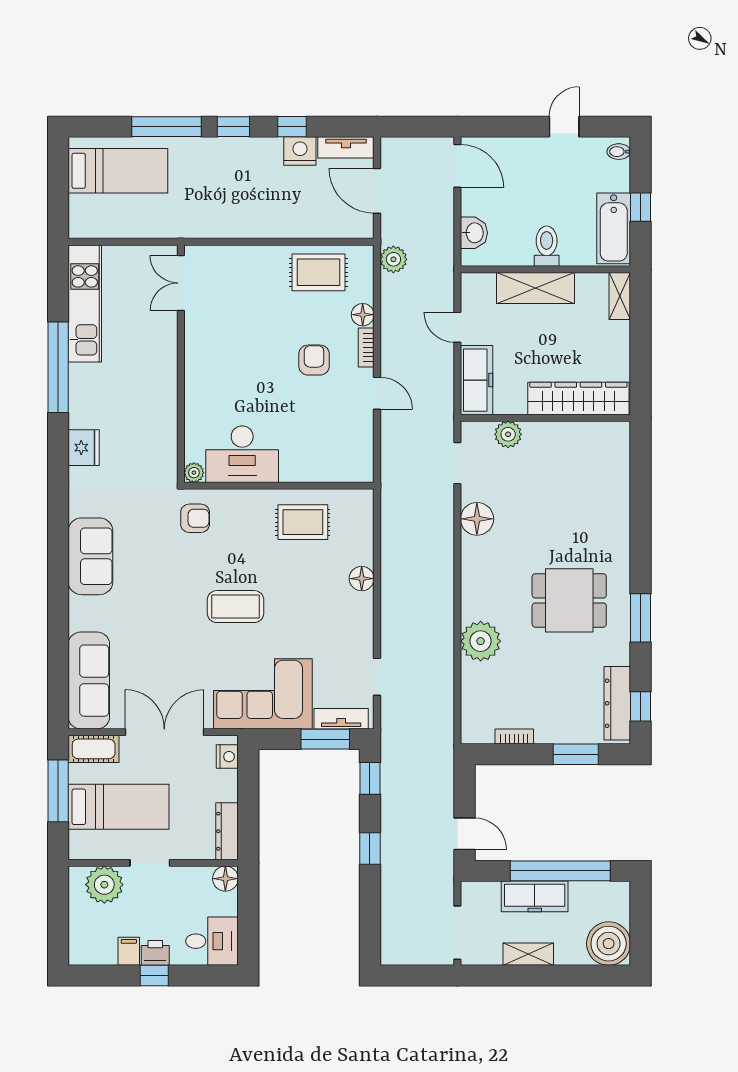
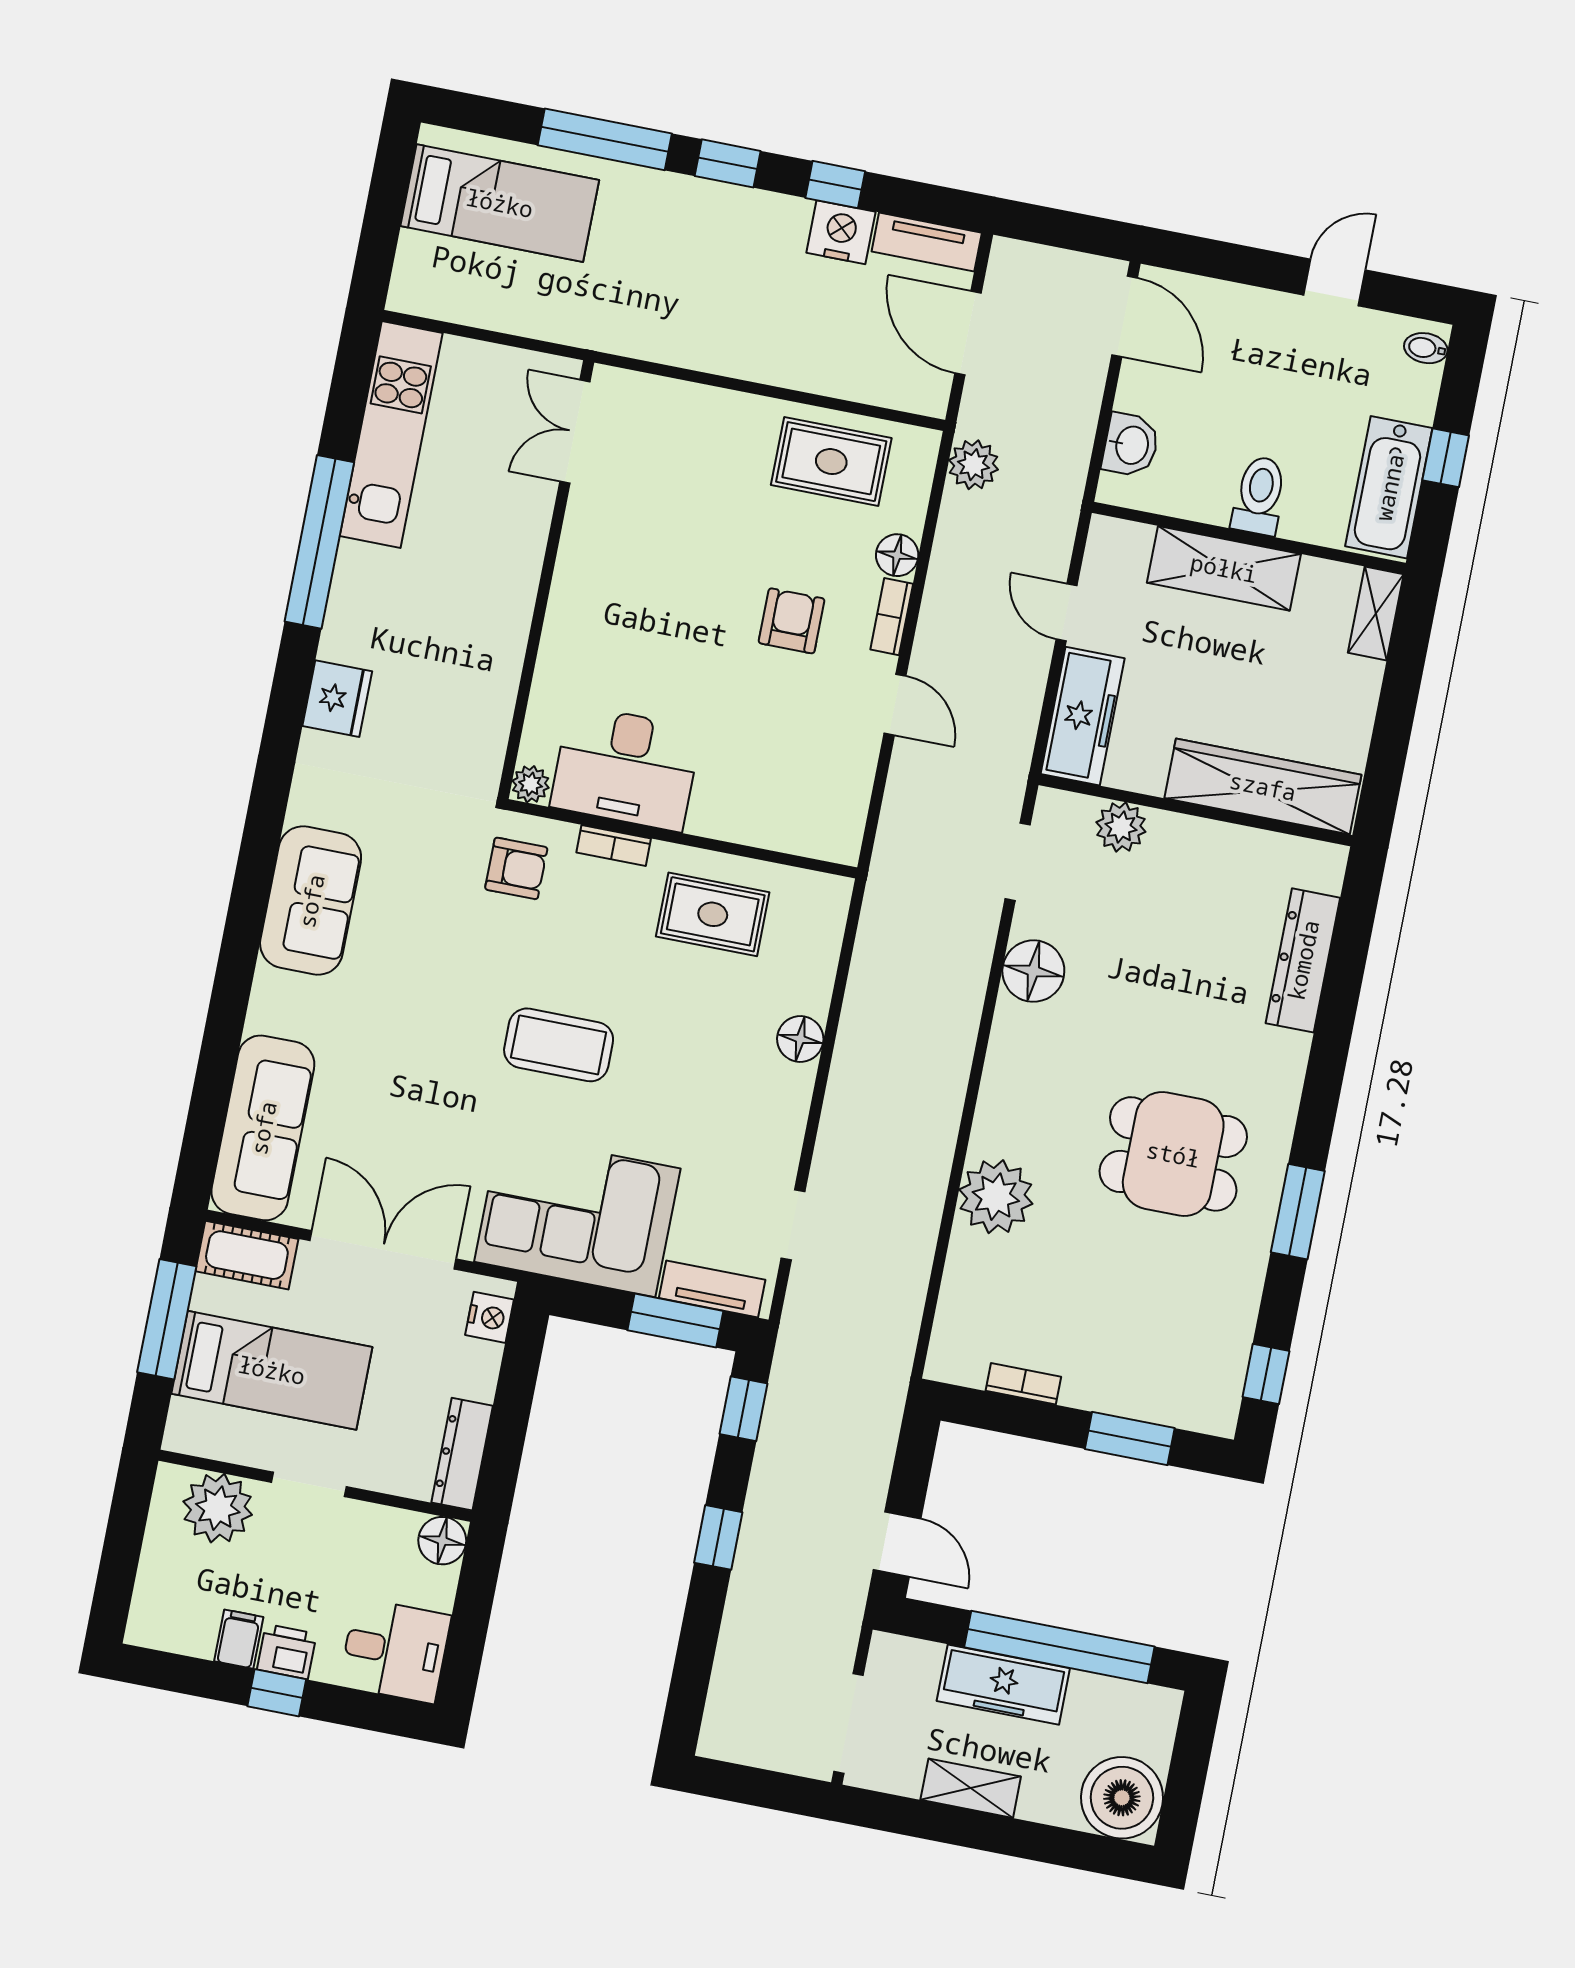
bookcase: (244, 496) -> (614, 846), added
dresser: (617, 703) -> (1303, 960), moved

